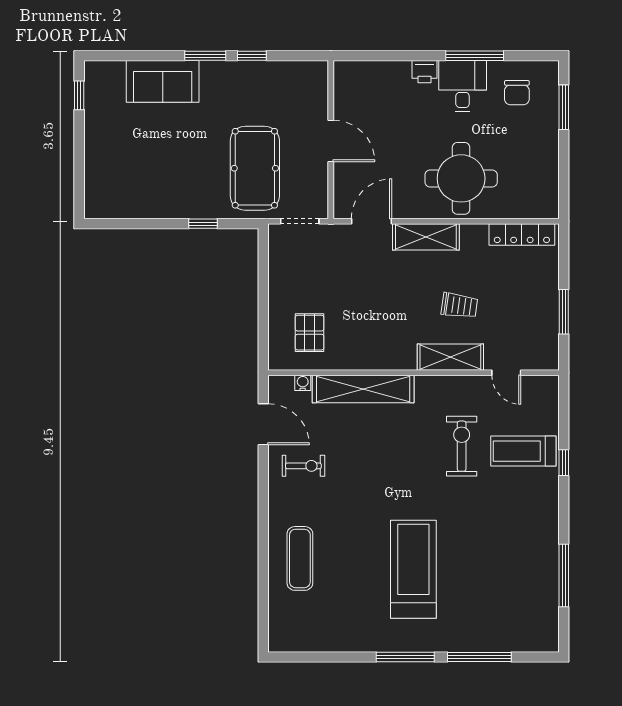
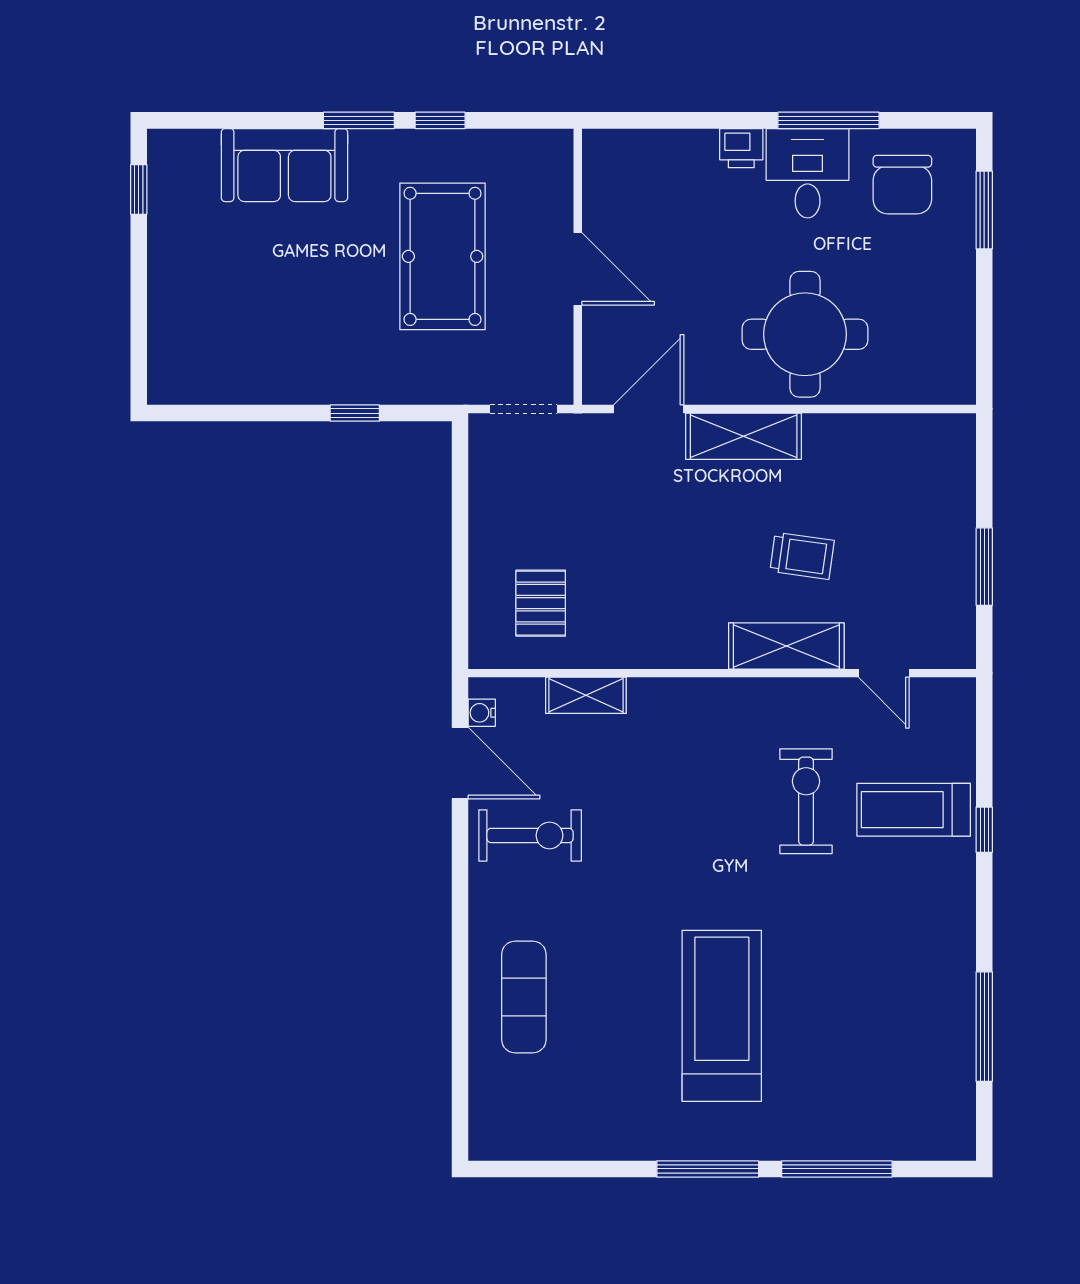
chair: (517, 93) -> (902, 185), width x1.37, depth x1.37
pool table: (255, 168) -> (443, 256), moved
locker: (522, 235) -> (911, 432), removed
water cooler: (303, 383) -> (482, 713), moved, turned -90
shelving: (363, 389) -> (586, 695), width x0.45, depth x0.75
exercise bike: (303, 466) -> (530, 835), width x1.38, depth x1.39

